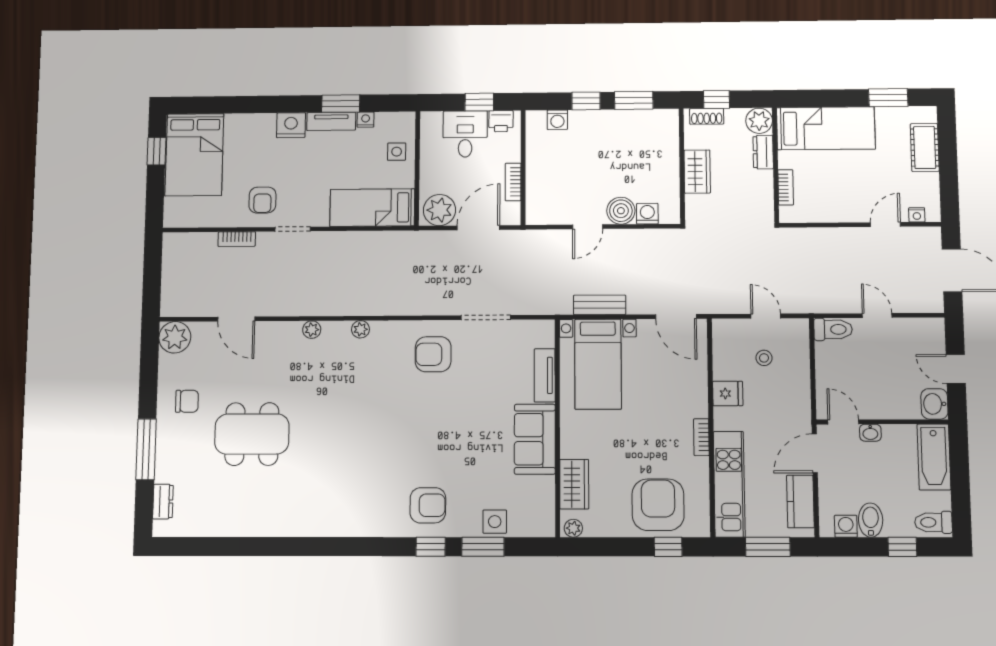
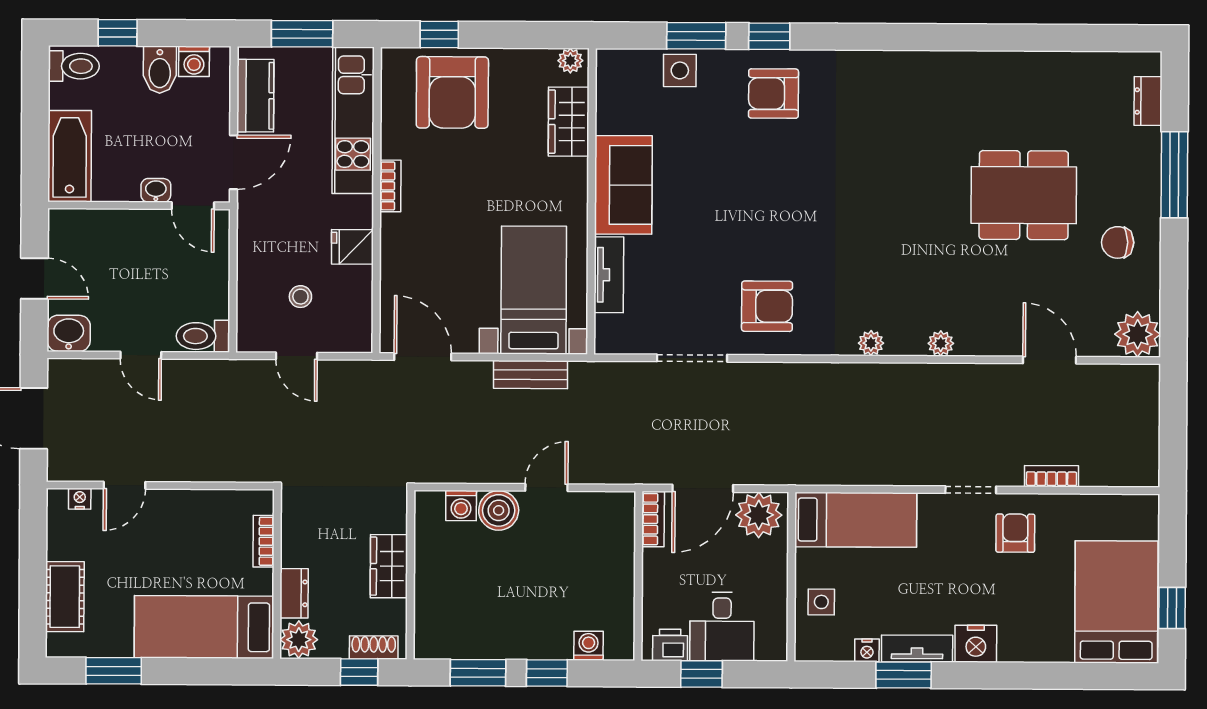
bookcase: (513, 182) -> (653, 519), moved
washbasin: (934, 404) -> (69, 333), moved, turned -90

